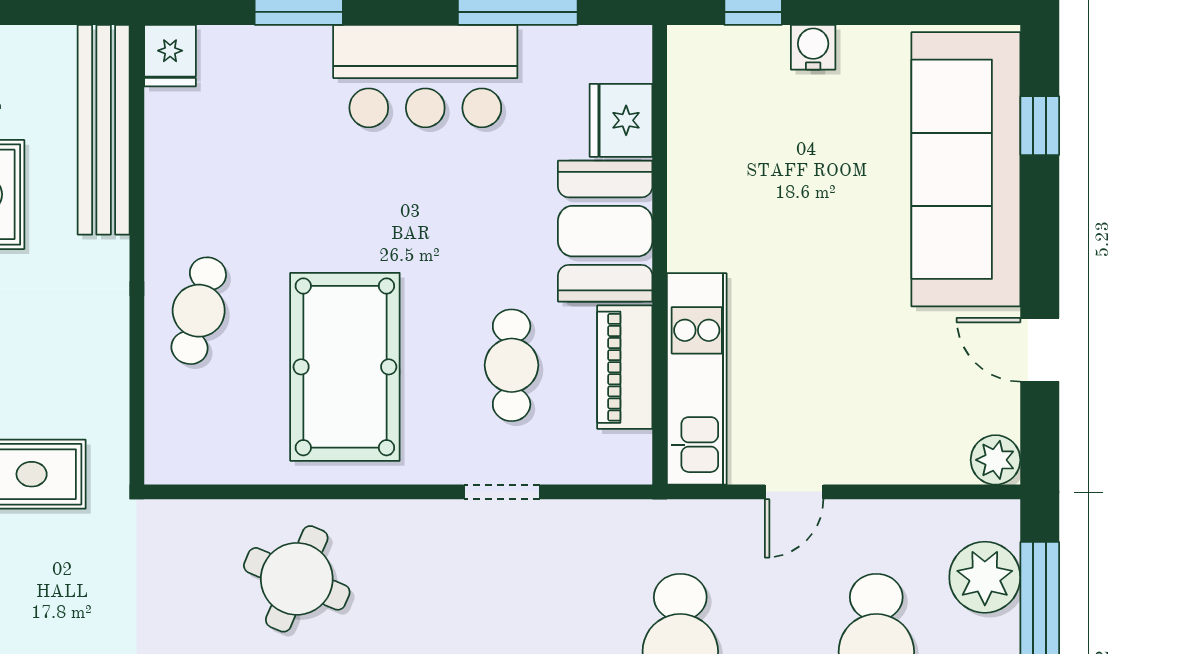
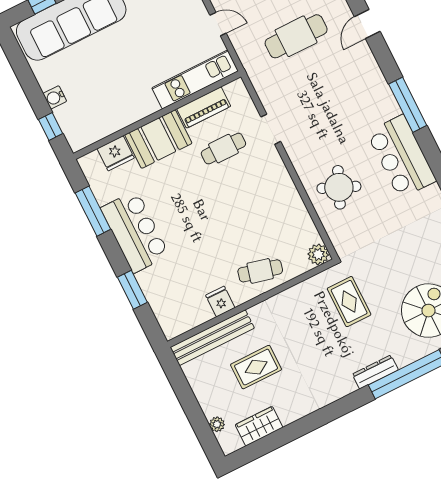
fridge: (170, 56) -> (220, 302), moved, turned -90
pool table: (345, 367) -> (254, 208), removed
plant: (171, 458) -> (318, 254), added

